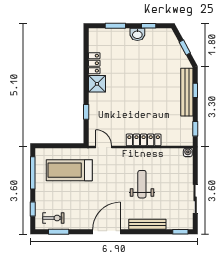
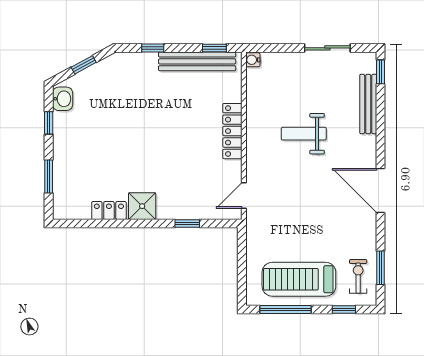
washbasin: (137, 34) -> (63, 99), moved
bench: (187, 92) -> (197, 61), moved
treadmill: (69, 170) -> (299, 279), moved, turned 90
bench: (147, 224) -> (368, 104), moved

